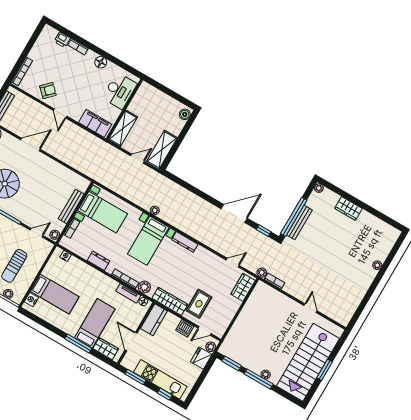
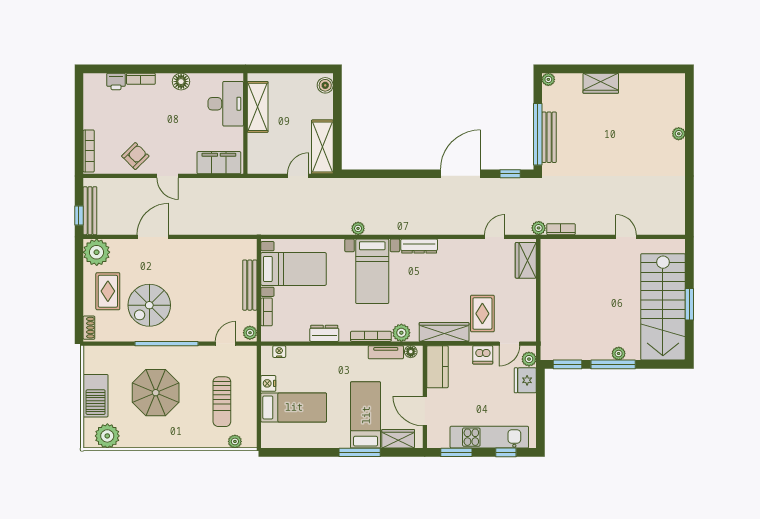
shelving: (123, 128) -> (258, 107), moved
nightstand: (31, 300) -> (268, 383), moved

